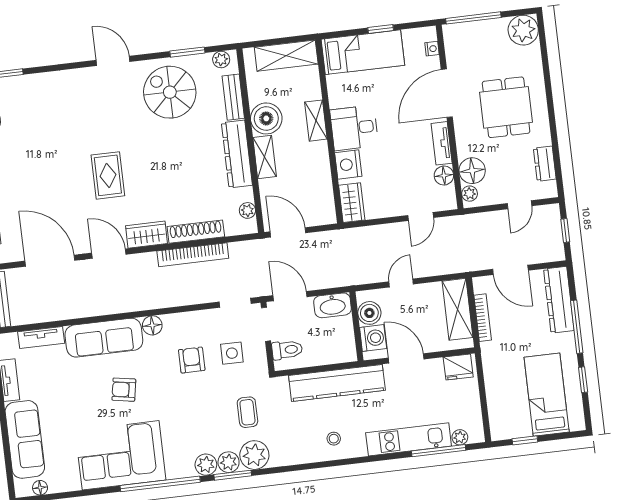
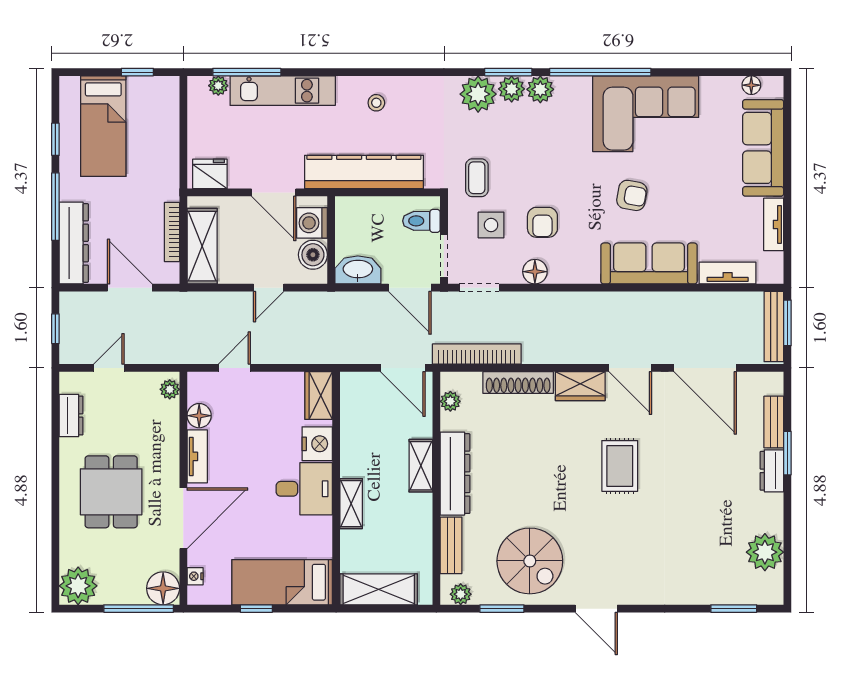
boiler: (266, 118) -> (413, 514), removed
floor lamp: (472, 171) -> (163, 588), moved
bookcase: (193, 255) -> (477, 354), moved
floor lamp: (152, 325) -> (535, 272), moved
coffee table: (247, 412) -> (477, 178), moved

